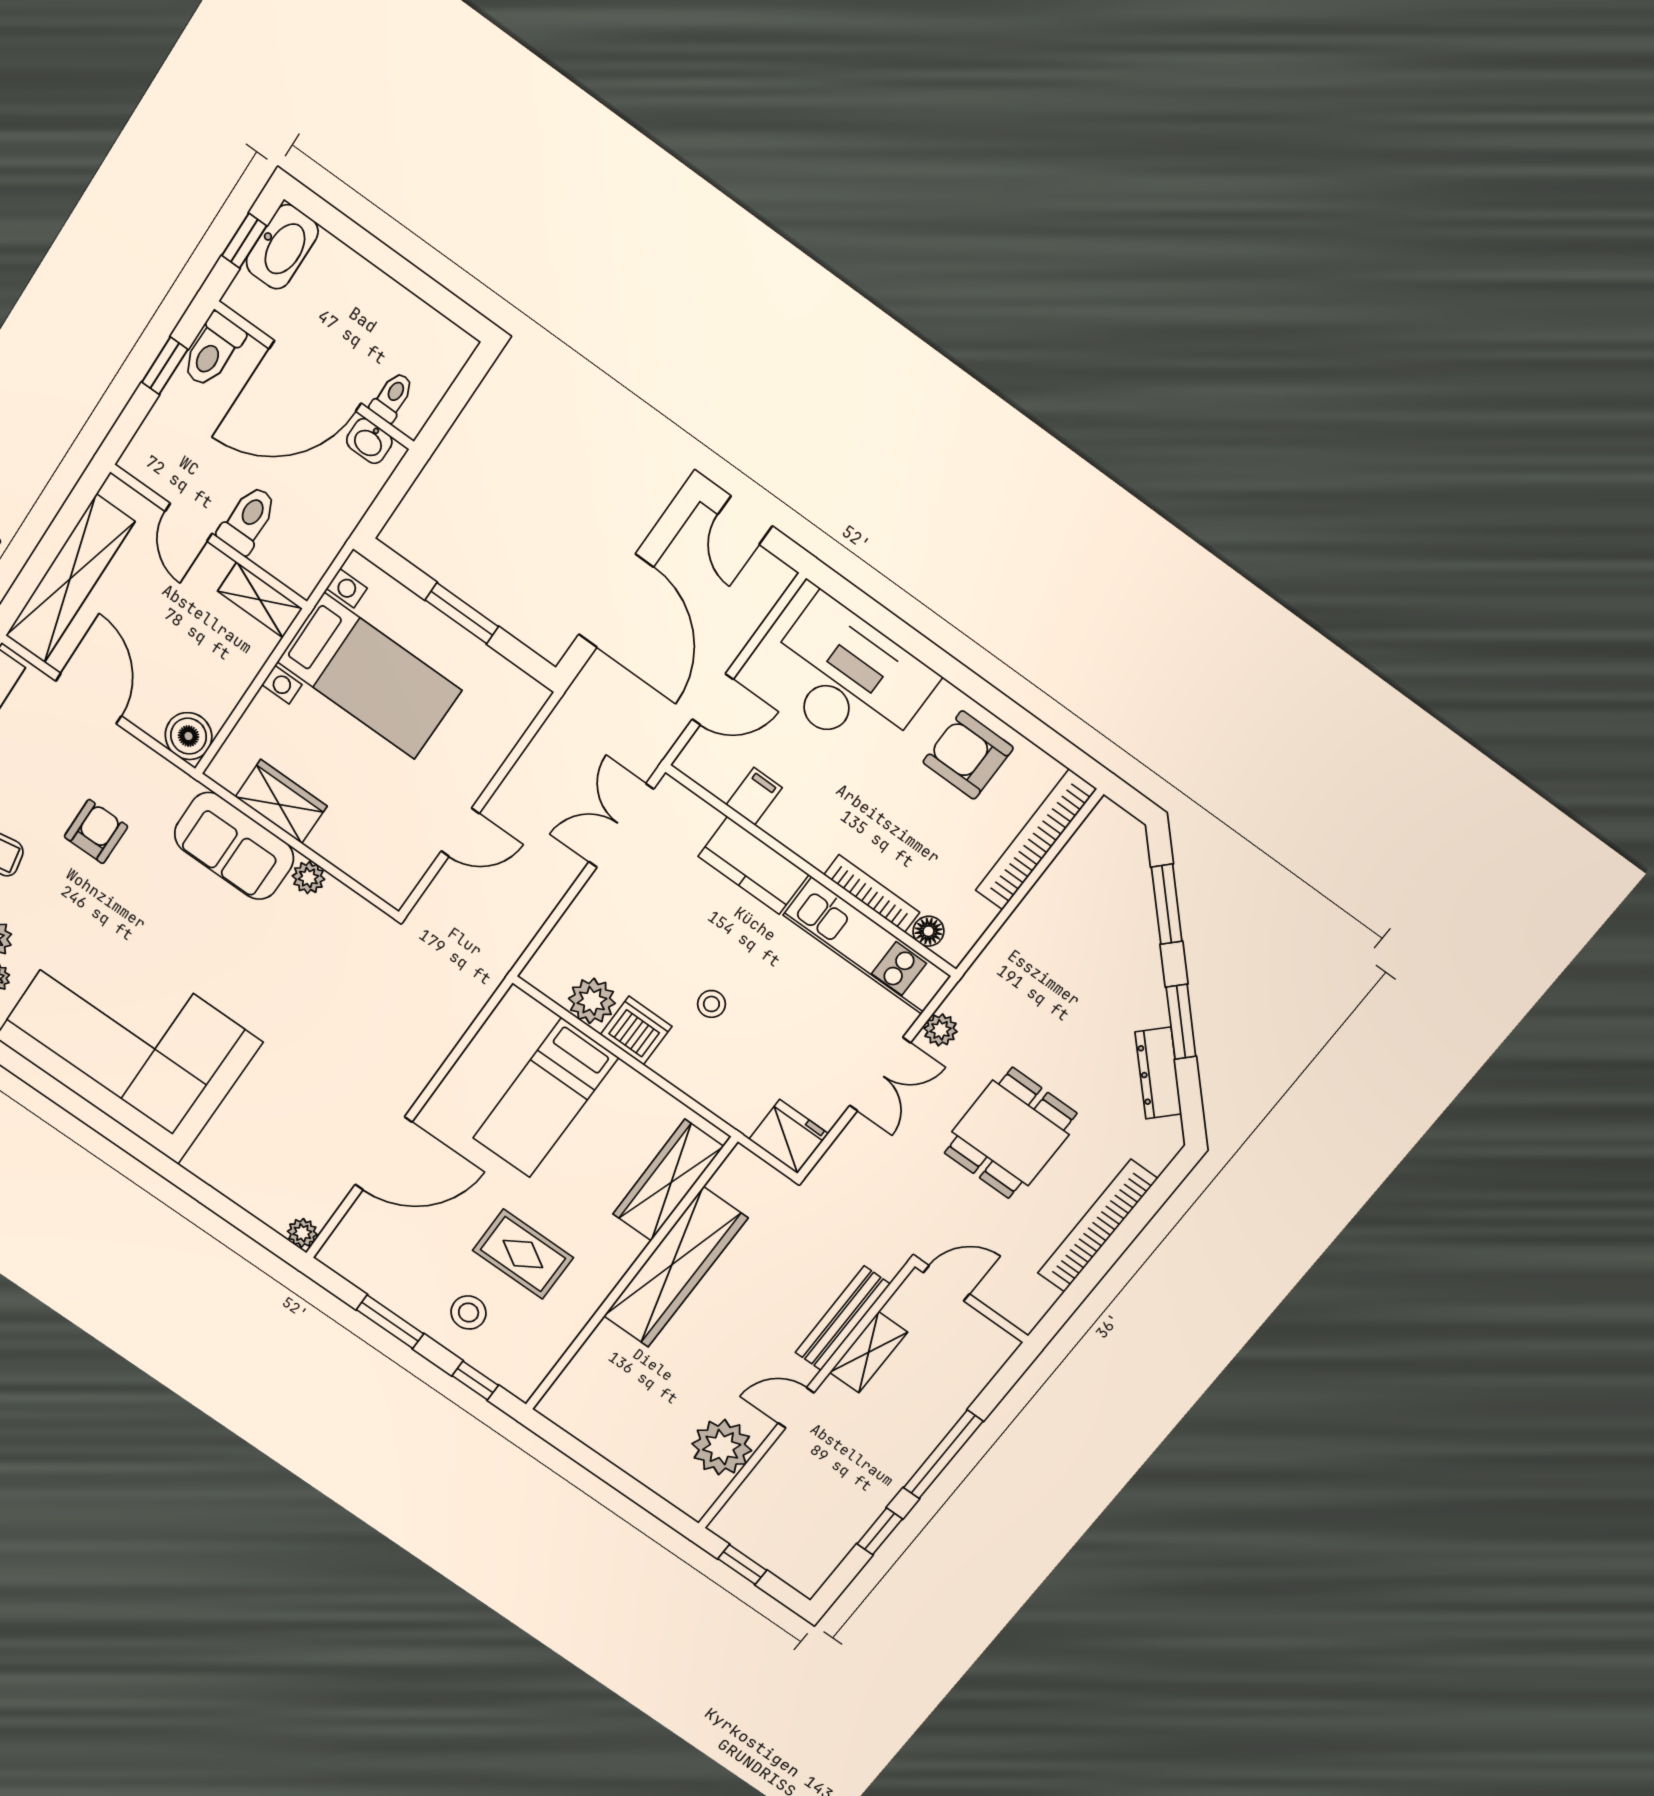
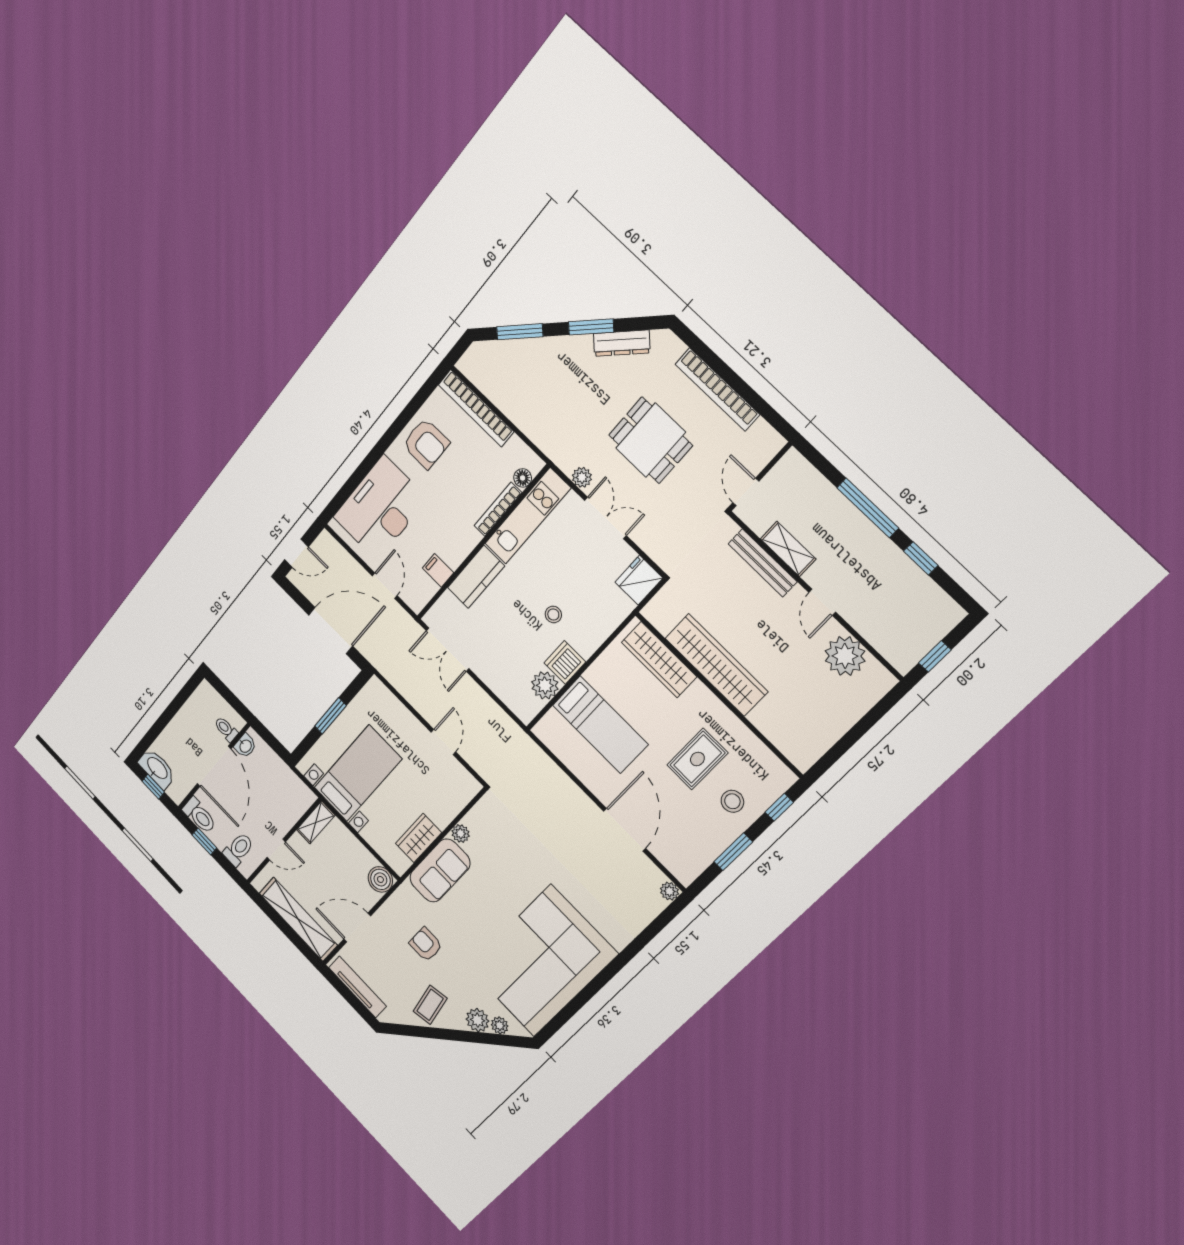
toilet: (248, 520) -> (238, 849), moved, turned 90
armchair: (968, 755) -> (426, 444), turned -90

